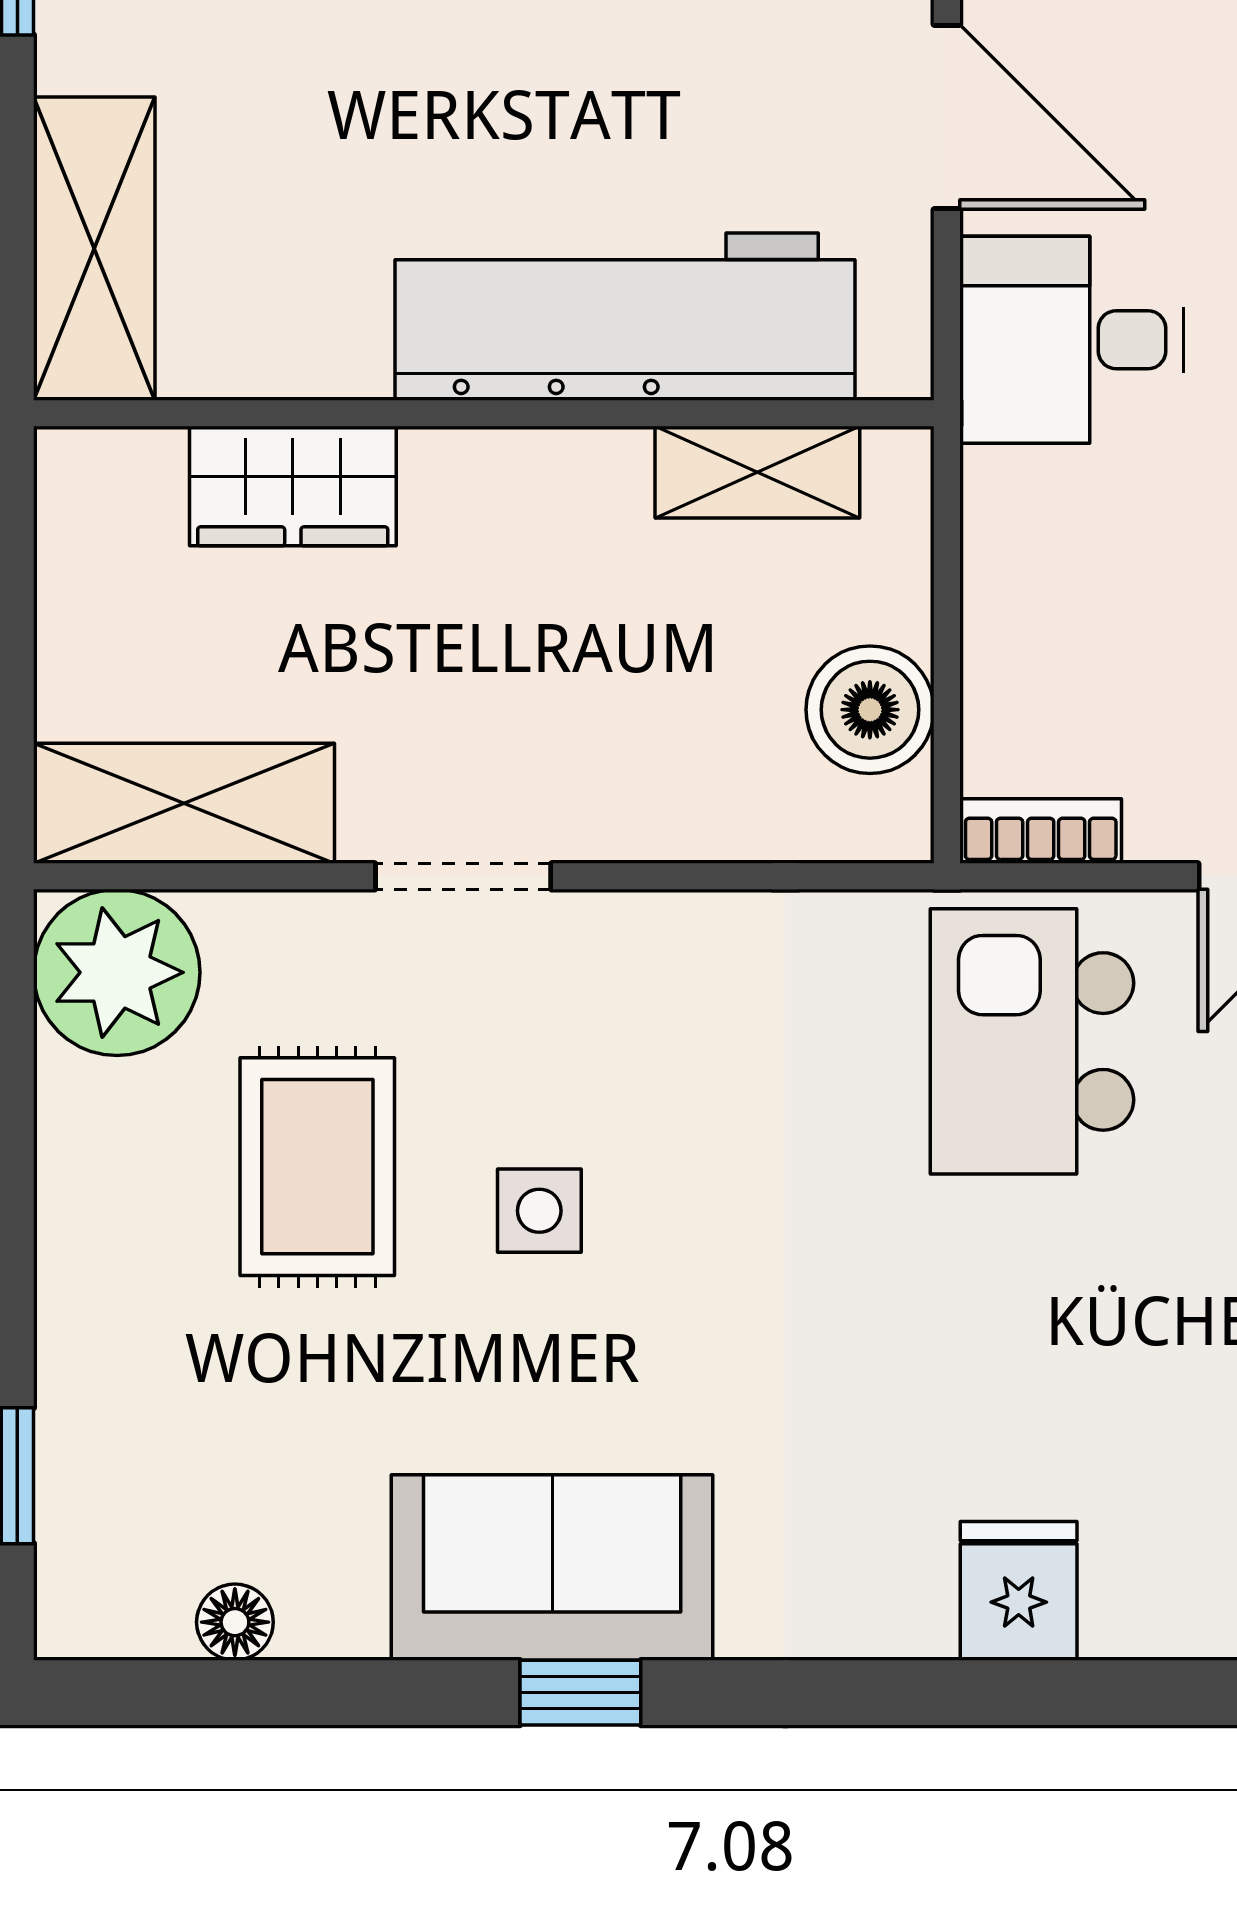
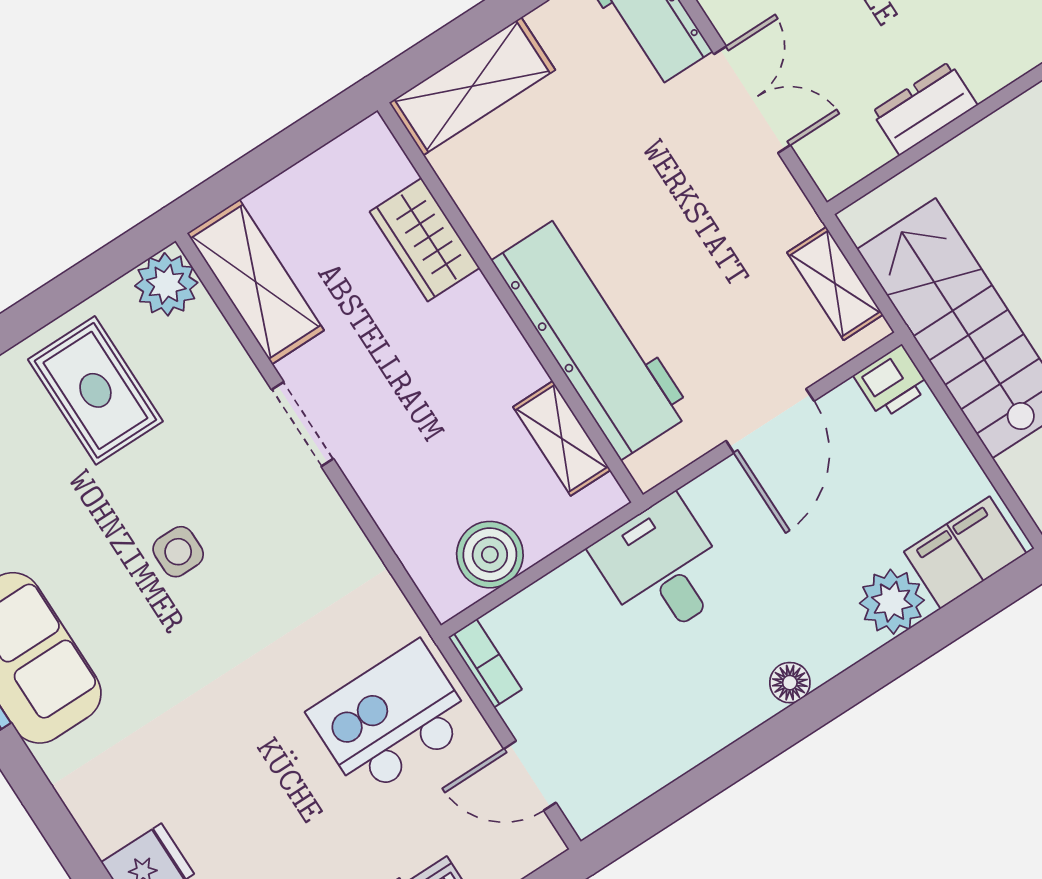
desk: (1072, 340) -> (662, 568), moved
plant: (117, 972) -> (166, 284), width x0.73, depth x0.73
rug: (317, 1167) -> (95, 390), moved, turned 90

